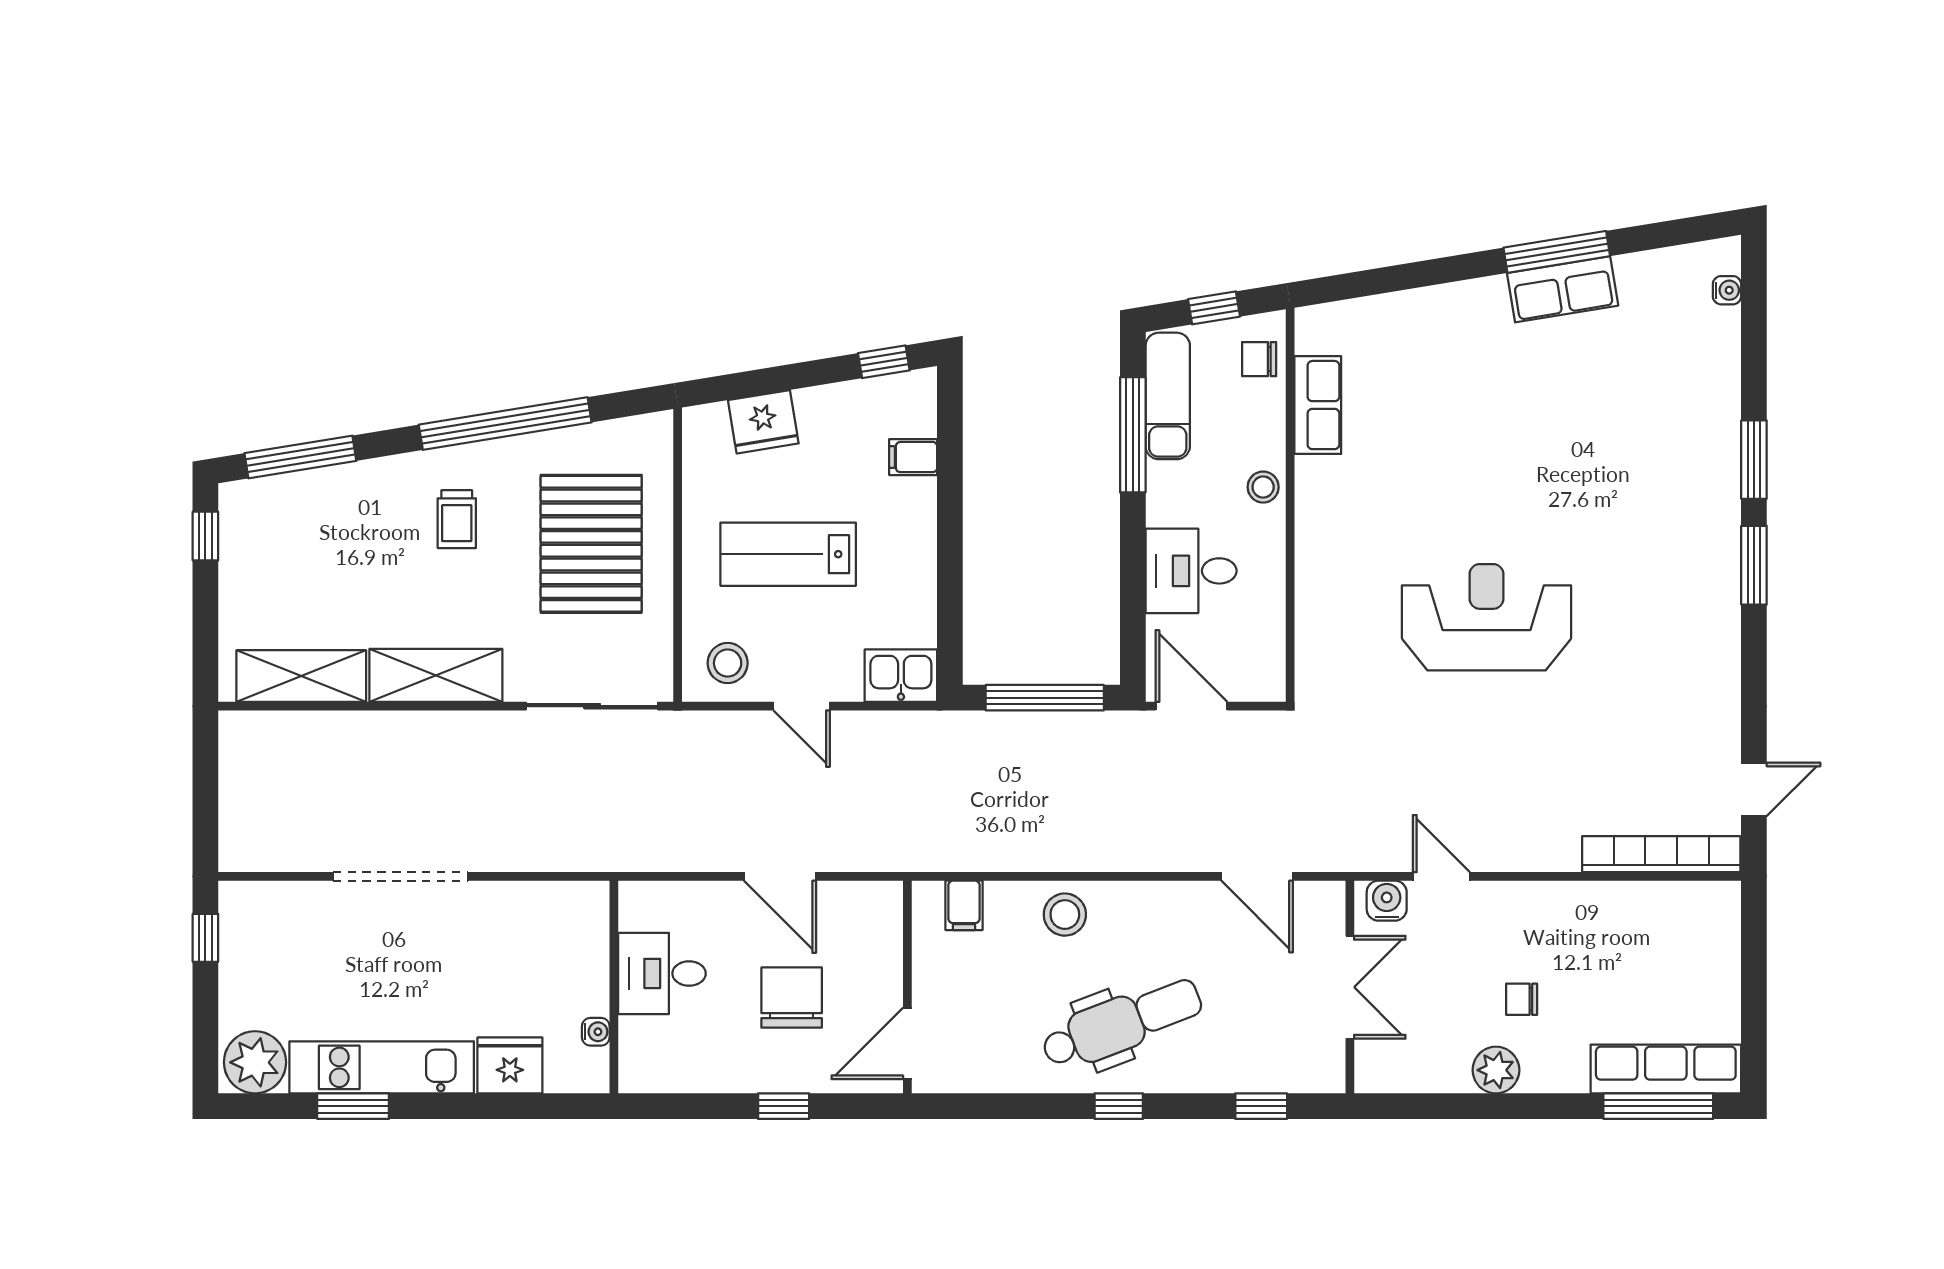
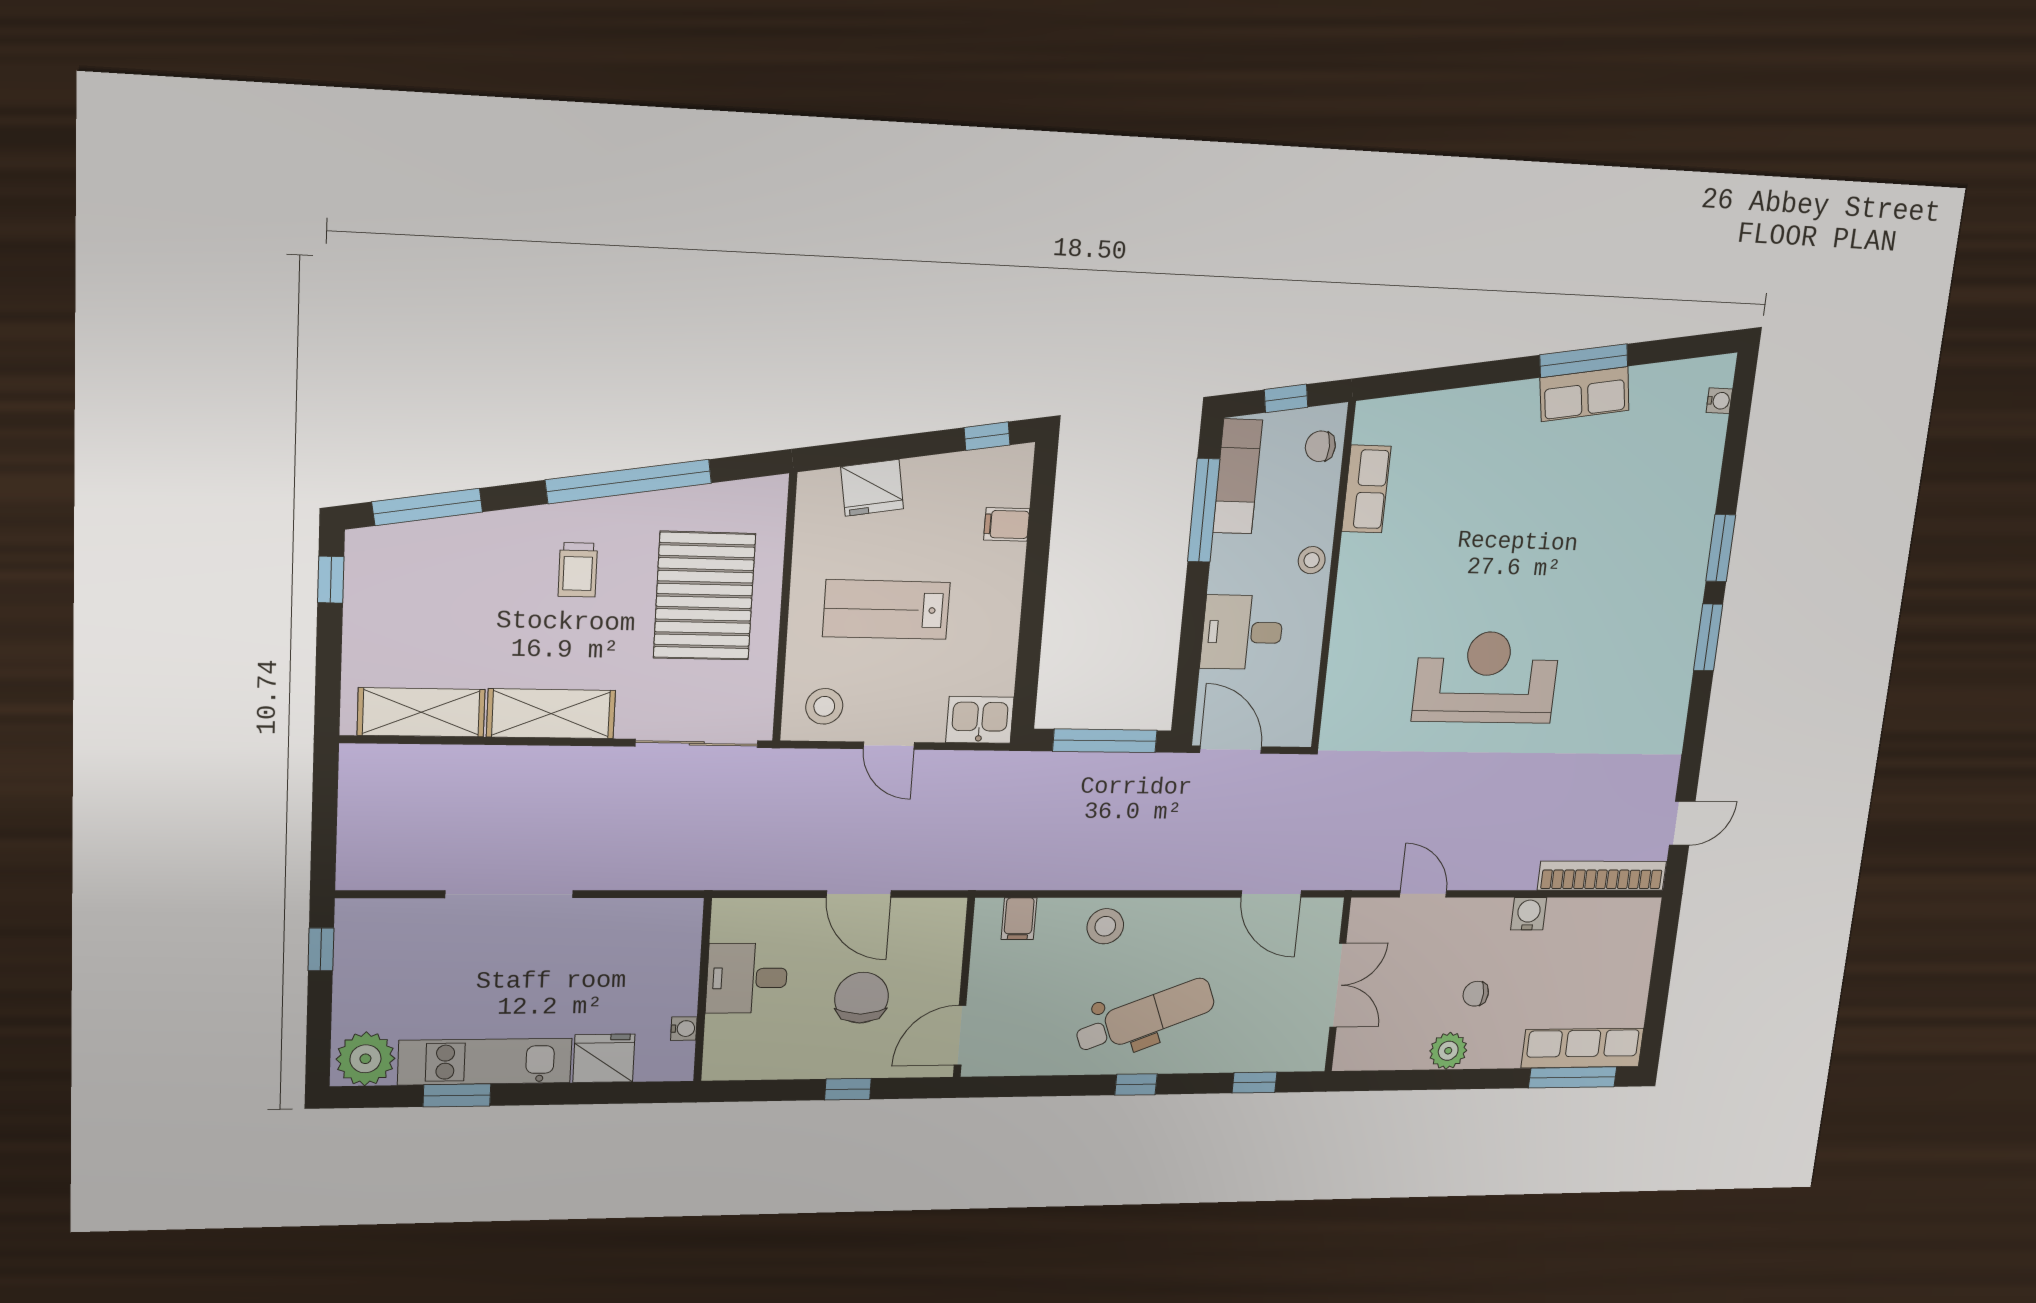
water cooler: (1387, 901) -> (1529, 914), moved

